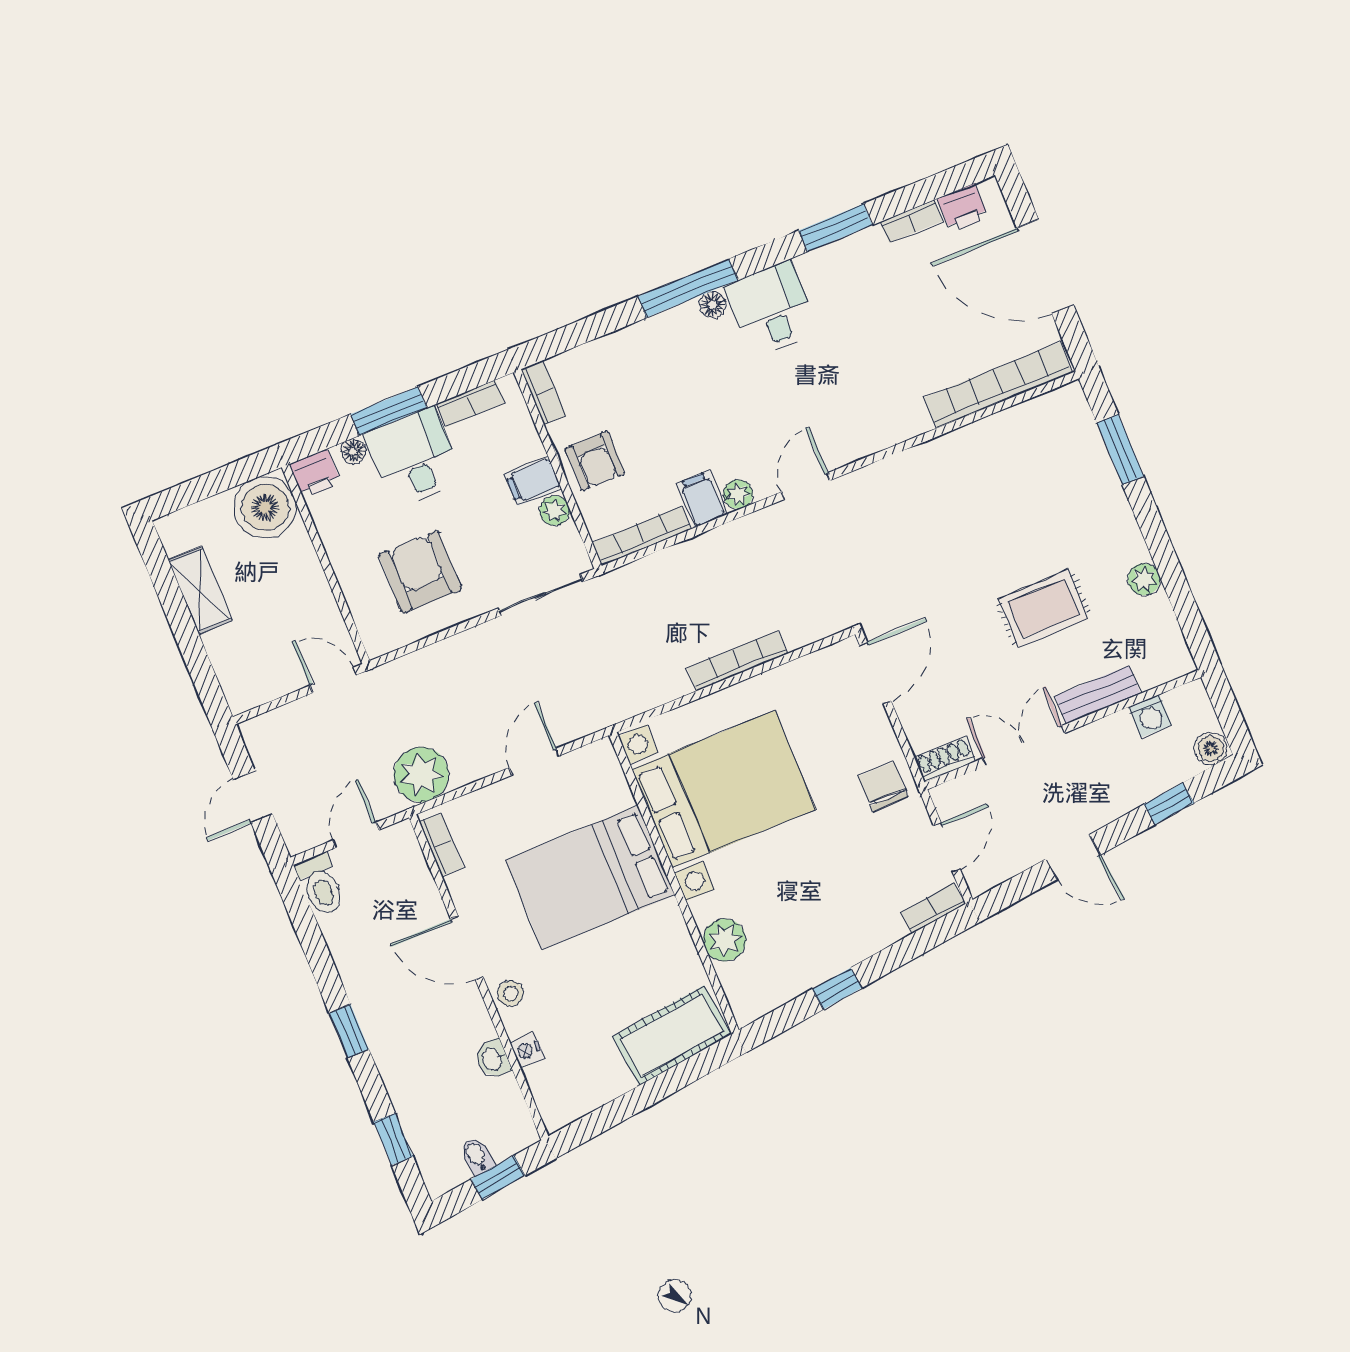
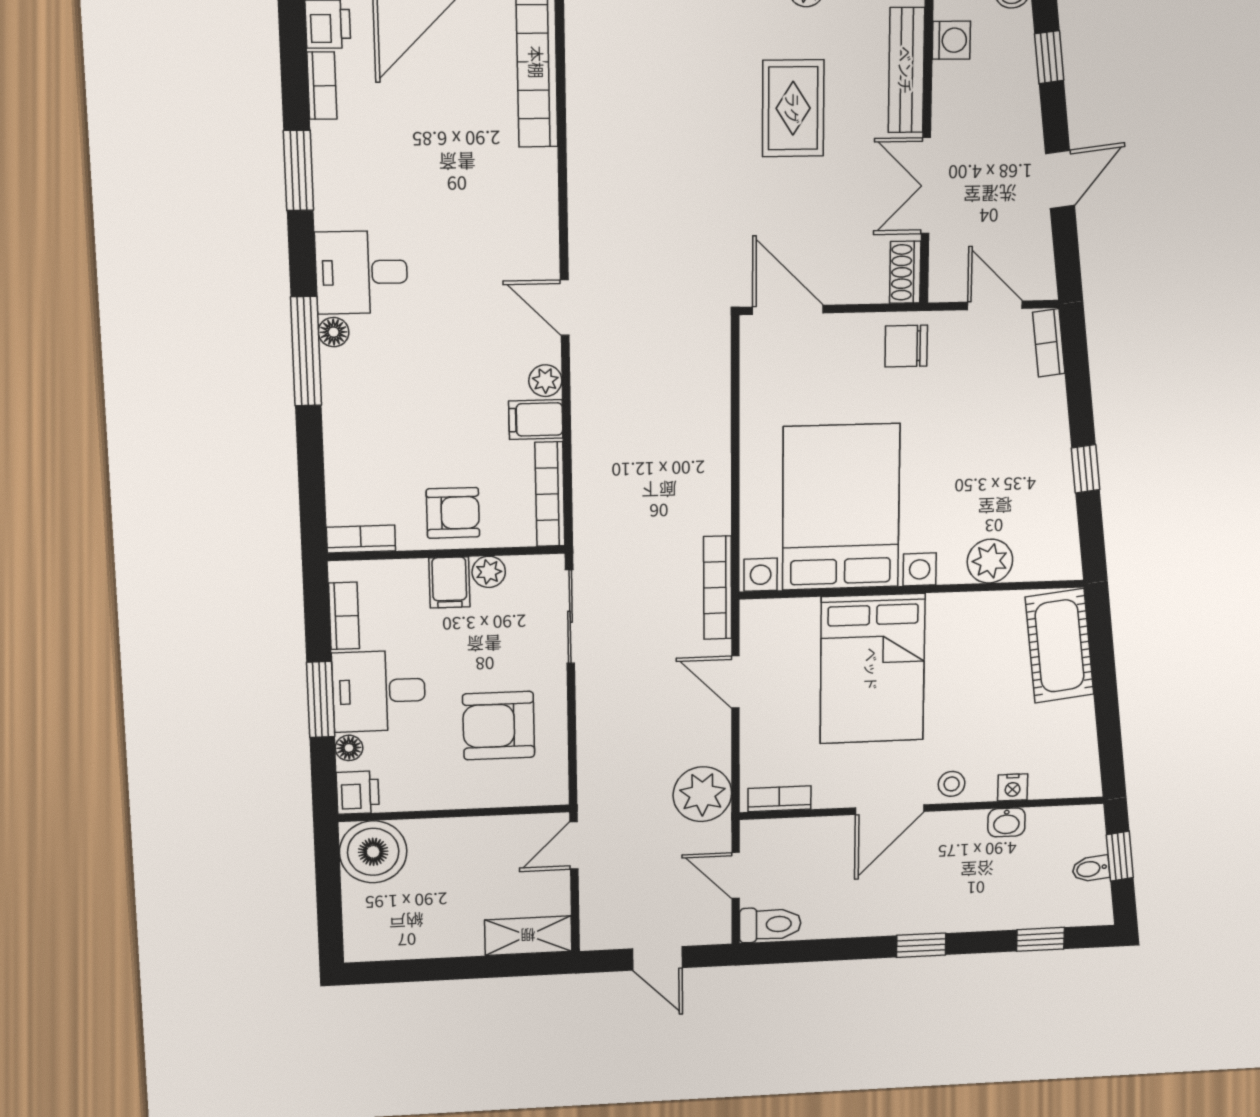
shelving: (200, 590) -> (528, 936), moved
bookcase: (737, 661) -> (718, 588), moved
bench: (1098, 695) -> (906, 70), width x1.36

